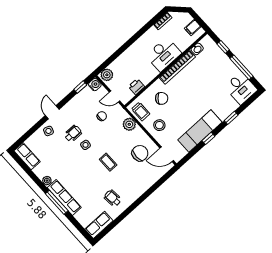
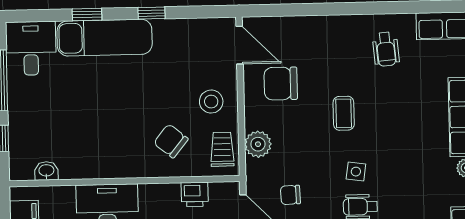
bookcase: (177, 67) -> (103, 169), removed
exam couch: (200, 131) -> (105, 38), moved

